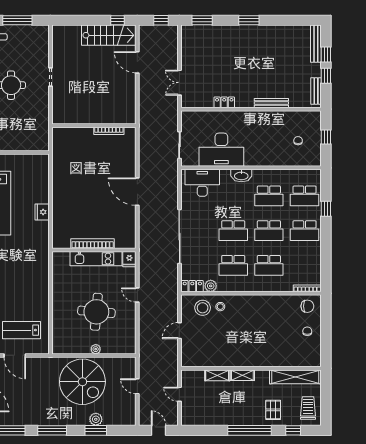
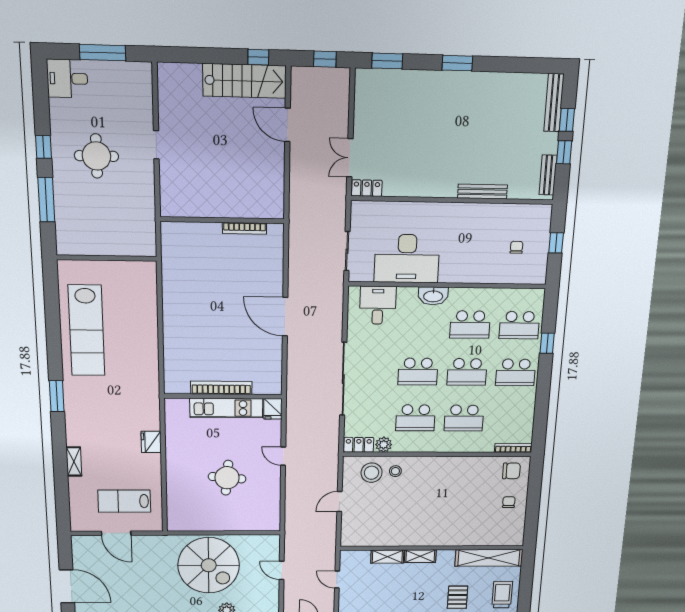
locker: (224, 102) -> (367, 188), moved
desk: (202, 183) -> (378, 305), width x0.73
fridge: (42, 212) -> (151, 442), moved
round table: (96, 312) -> (227, 478), width x0.73, depth x0.73
plant: (96, 349) -> (226, 525), removed

